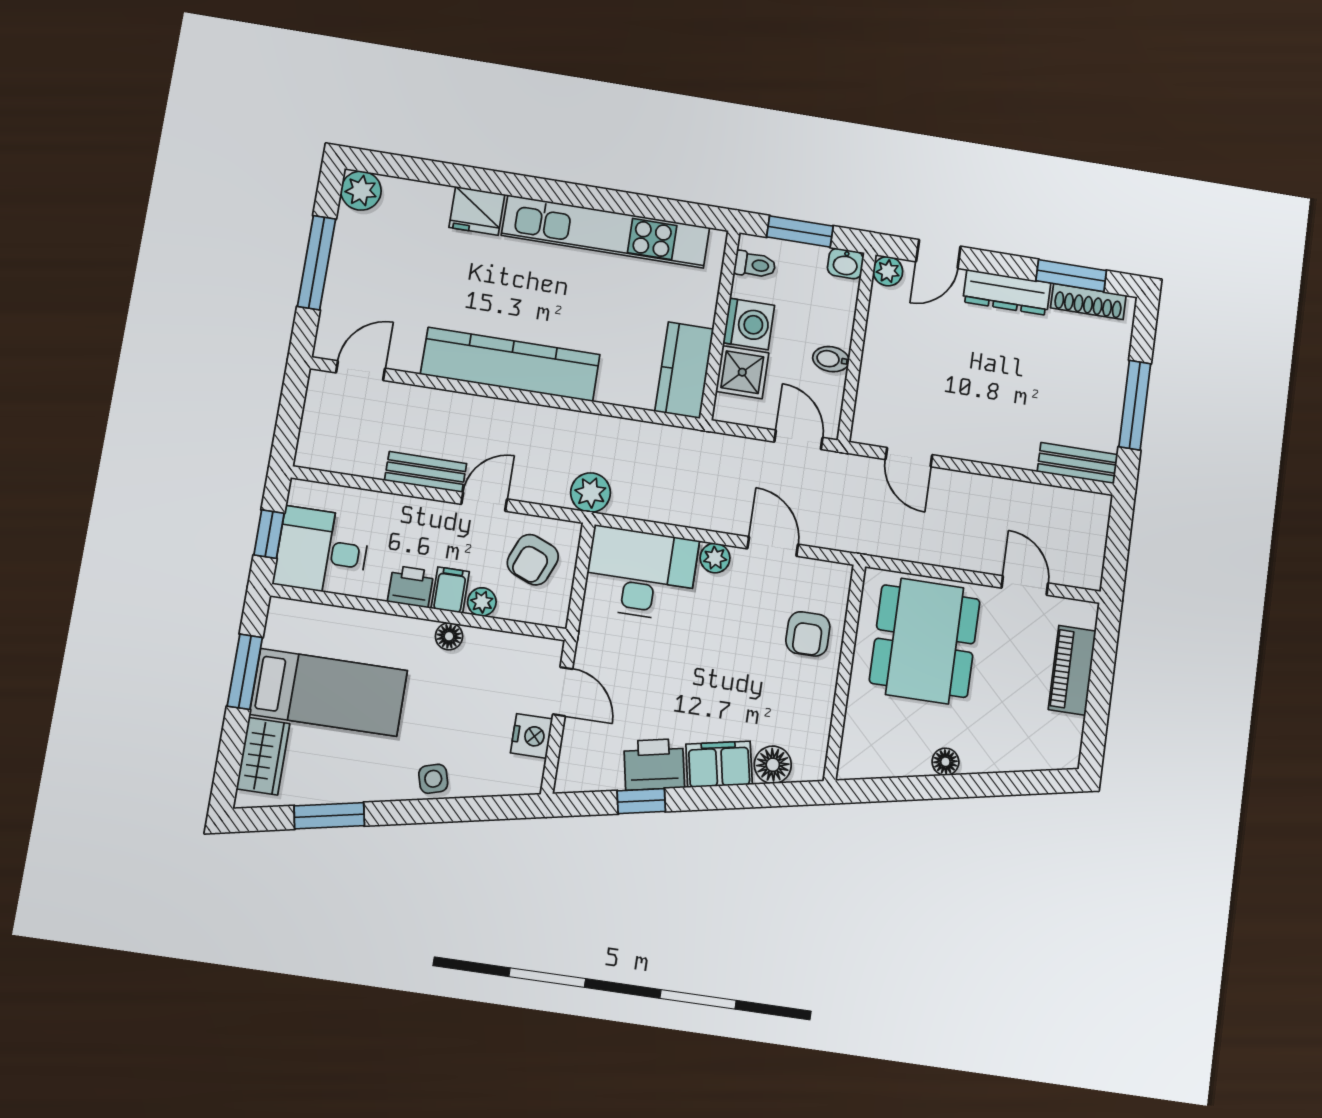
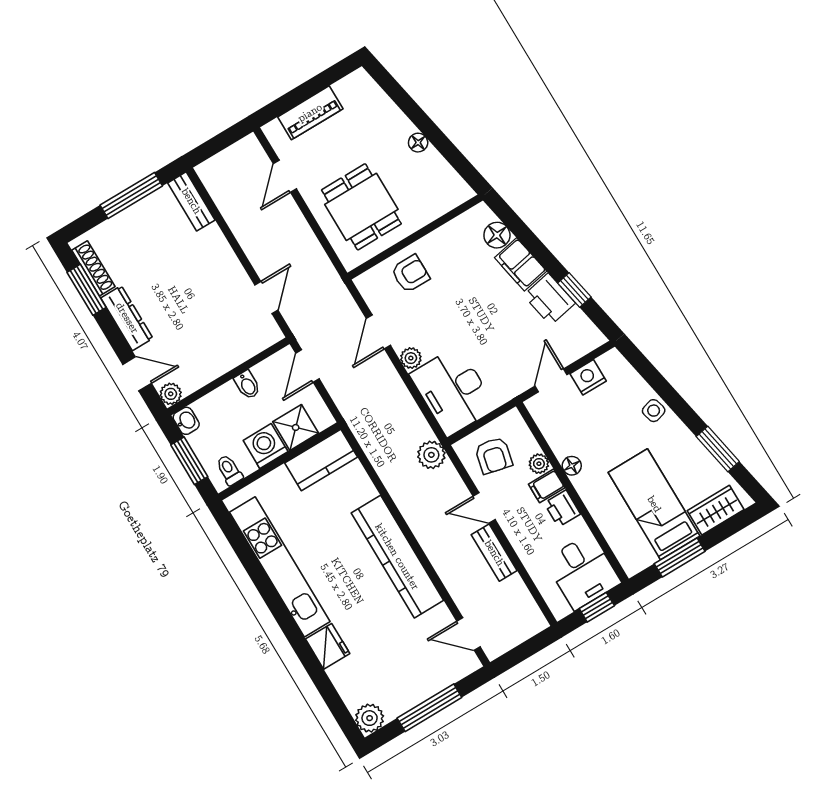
armchair: (533, 560) -> (494, 455), turned 81
dining table: (925, 641) -> (361, 207), width x0.73

